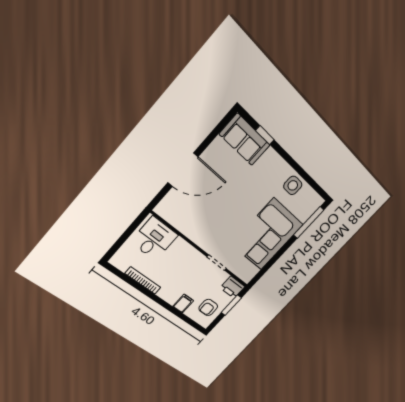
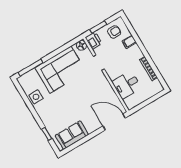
sofa: (245, 140) -> (72, 135), moved, turned -90
door: (183, 170) -> (114, 122), moved
desk: (154, 239) -> (127, 85), moved
floor lamp: (247, 275) -> (81, 45), added

